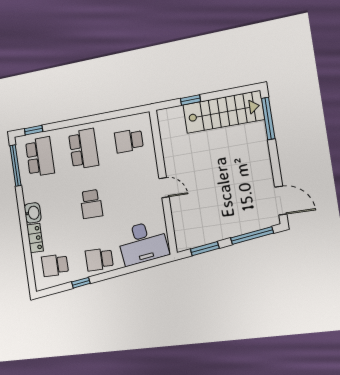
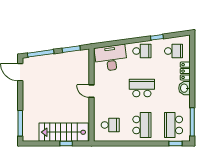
stairs: (223, 112) -> (64, 132), moved
school desk: (84, 149) -> (142, 125), turned 180
school desk: (91, 204) -> (142, 88), width x1.85

